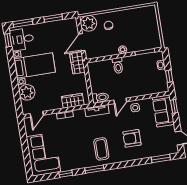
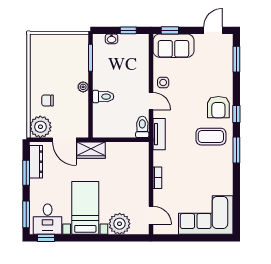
dresser: (63, 24) -> (36, 162), added
wardrobe: (73, 101) -> (141, 164), removed
armchair: (132, 138) -> (218, 107), moved
window: (66, 174) -> (236, 114), moved

